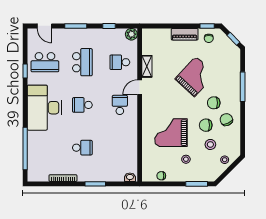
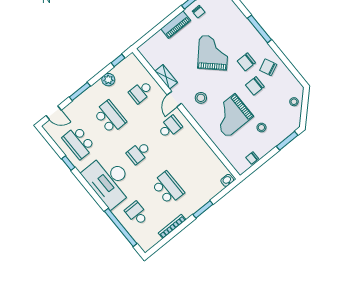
window: (109, 26) -> (118, 60), moved
plant: (131, 34) -> (108, 80), moved
school desk: (45, 62) -> (79, 142), turned 90
school desk: (120, 105) -> (170, 127), turned 90
stool: (210, 144) -> (201, 98), moved
school desk: (45, 148) -> (137, 213), added
school desk: (82, 148) -> (168, 188), width x1.85

